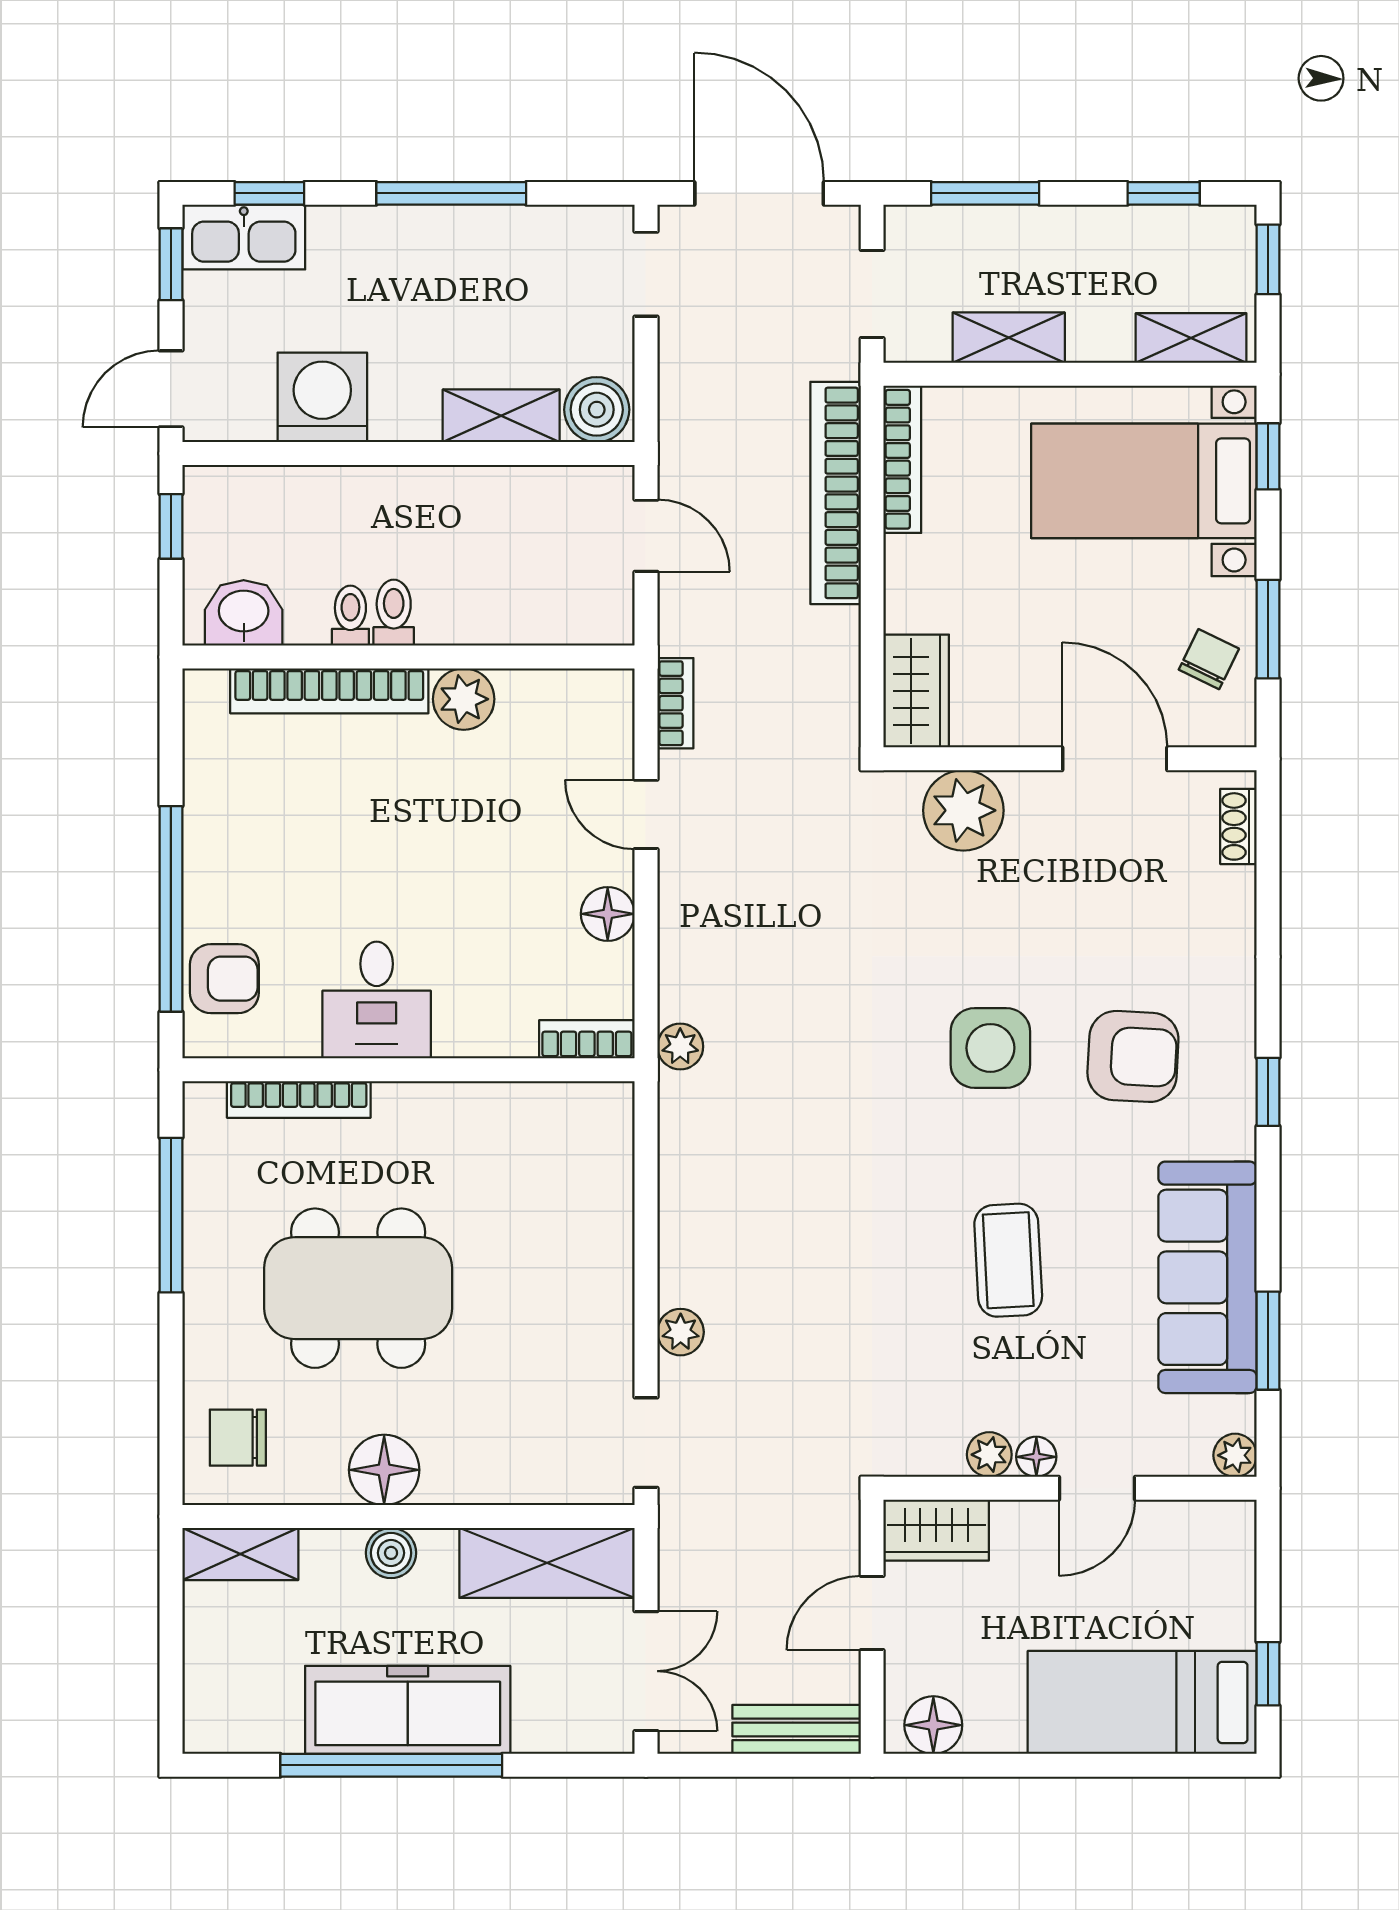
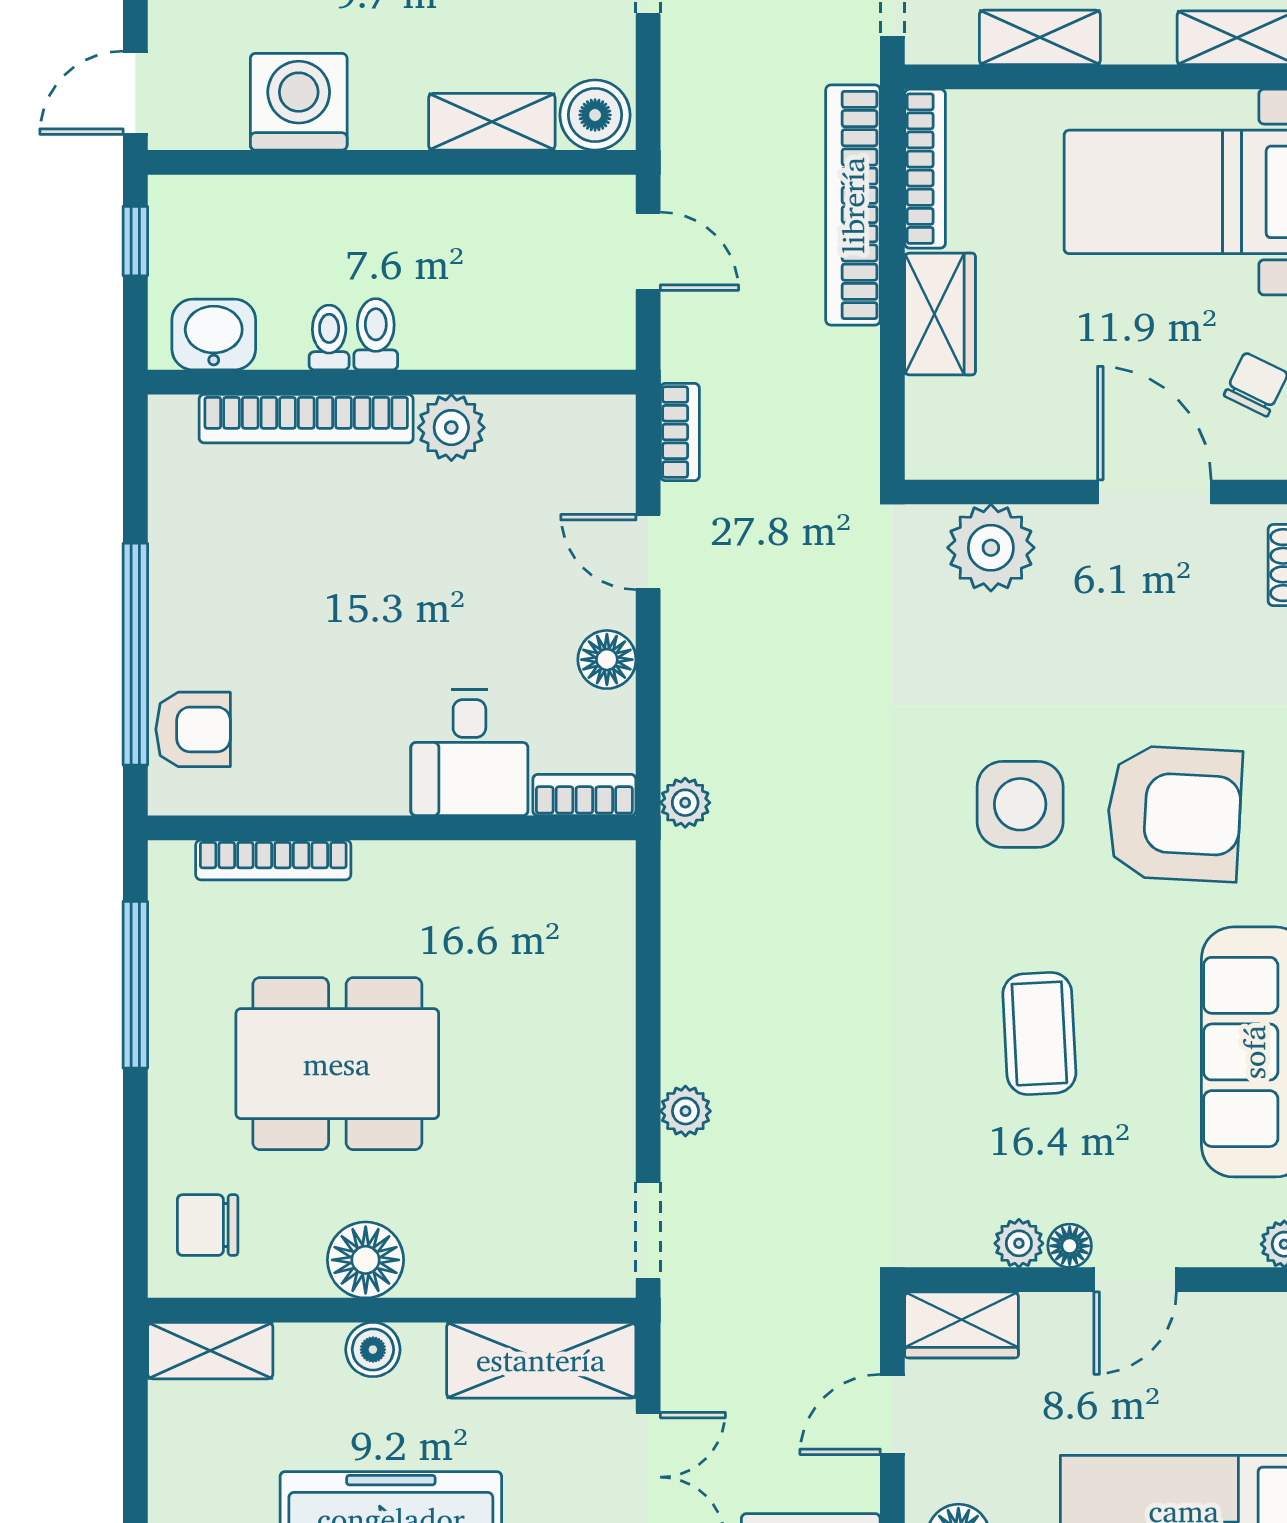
wardrobe: (916, 691) -> (940, 314), moved
desk: (377, 1000) -> (469, 753), moved
armchair: (1133, 1056) -> (1174, 813), width x1.36, depth x1.36

